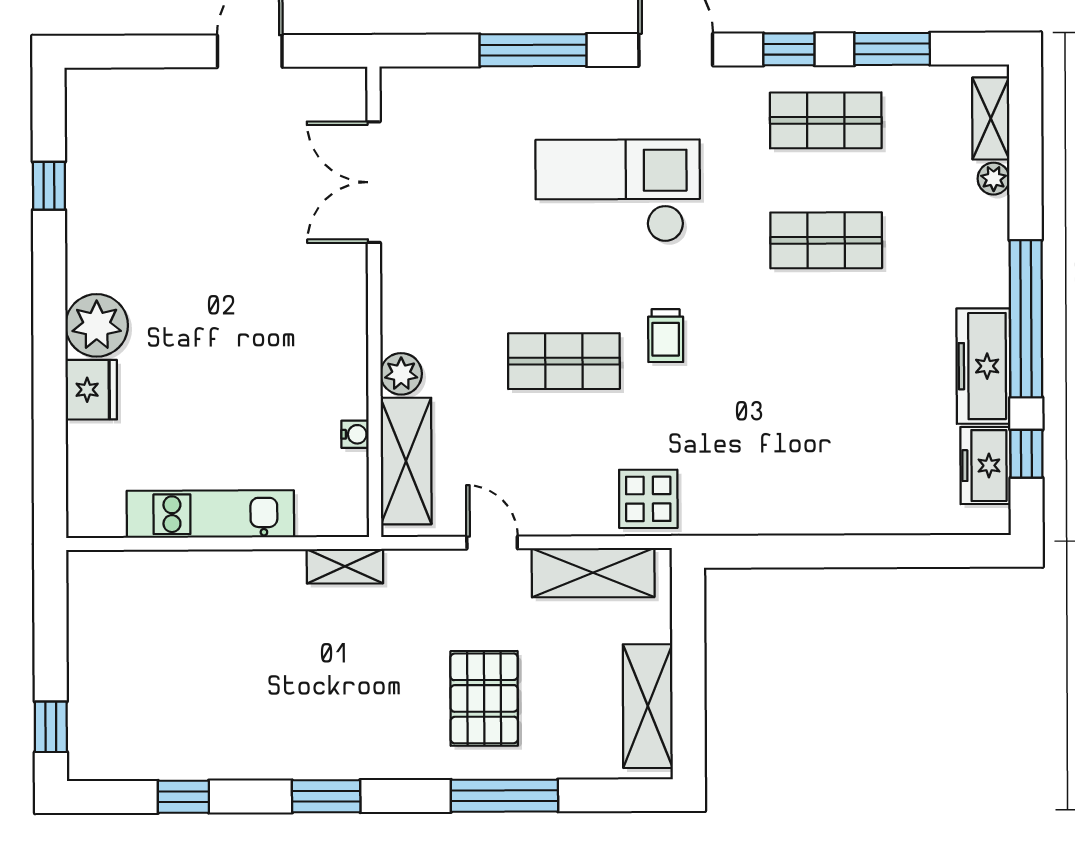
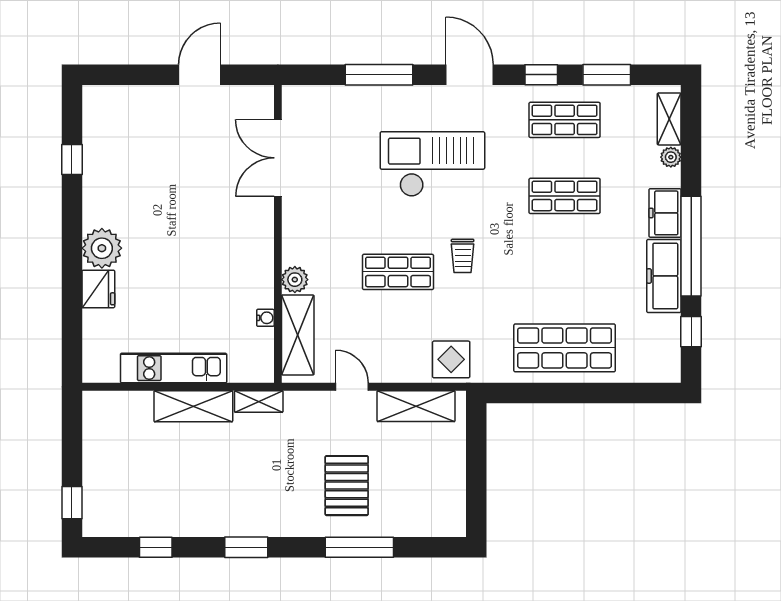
freezer: (985, 466) -> (665, 213), moved
shop shelf: (827, 480) -> (565, 348), added
shelving: (648, 706) -> (193, 406), moved, turned 90

